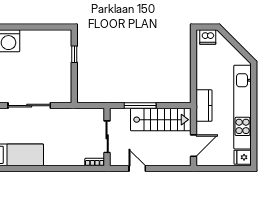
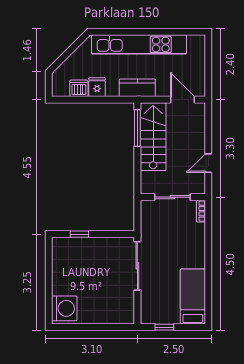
dishwasher: (208, 37) -> (79, 88), moved, turned -90
sliding door: (29, 106) -> (137, 266), moved
window: (140, 106) -> (137, 128), moved
fridge: (243, 157) -> (97, 87), moved, turned 180

